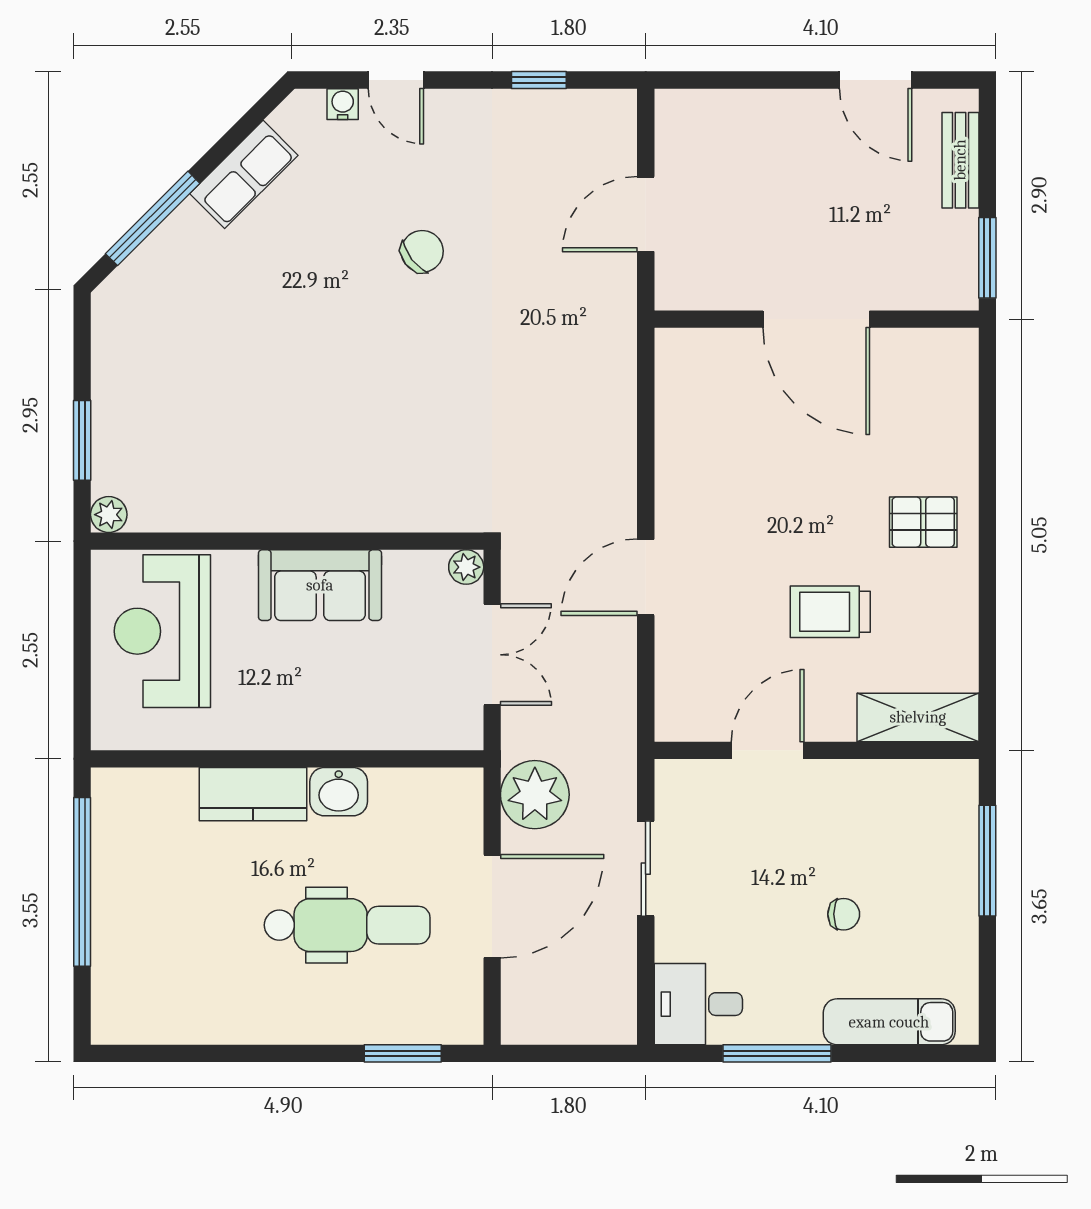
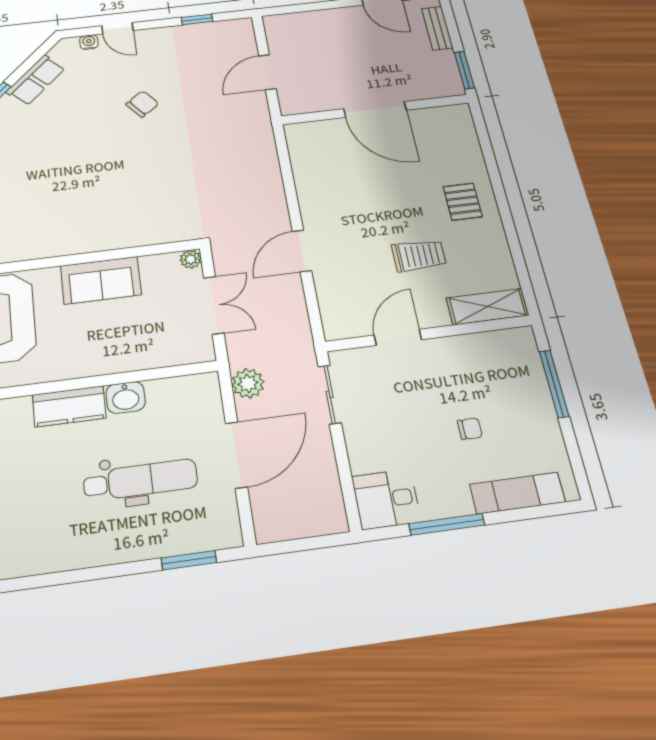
pallet: (923, 522) -> (463, 202), turned 90
trolley: (830, 612) -> (419, 255), turned 180
plant: (535, 795) -> (248, 383), width x0.73, depth x0.73
sliding door: (646, 869) -> (330, 394), moved

